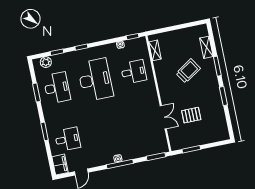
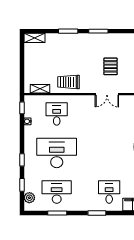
shelving: (206, 47) -> (34, 38), moved
trolley: (188, 71) -> (68, 82), moved, turned -57
double door: (163, 117) -> (107, 94), swing flipped

